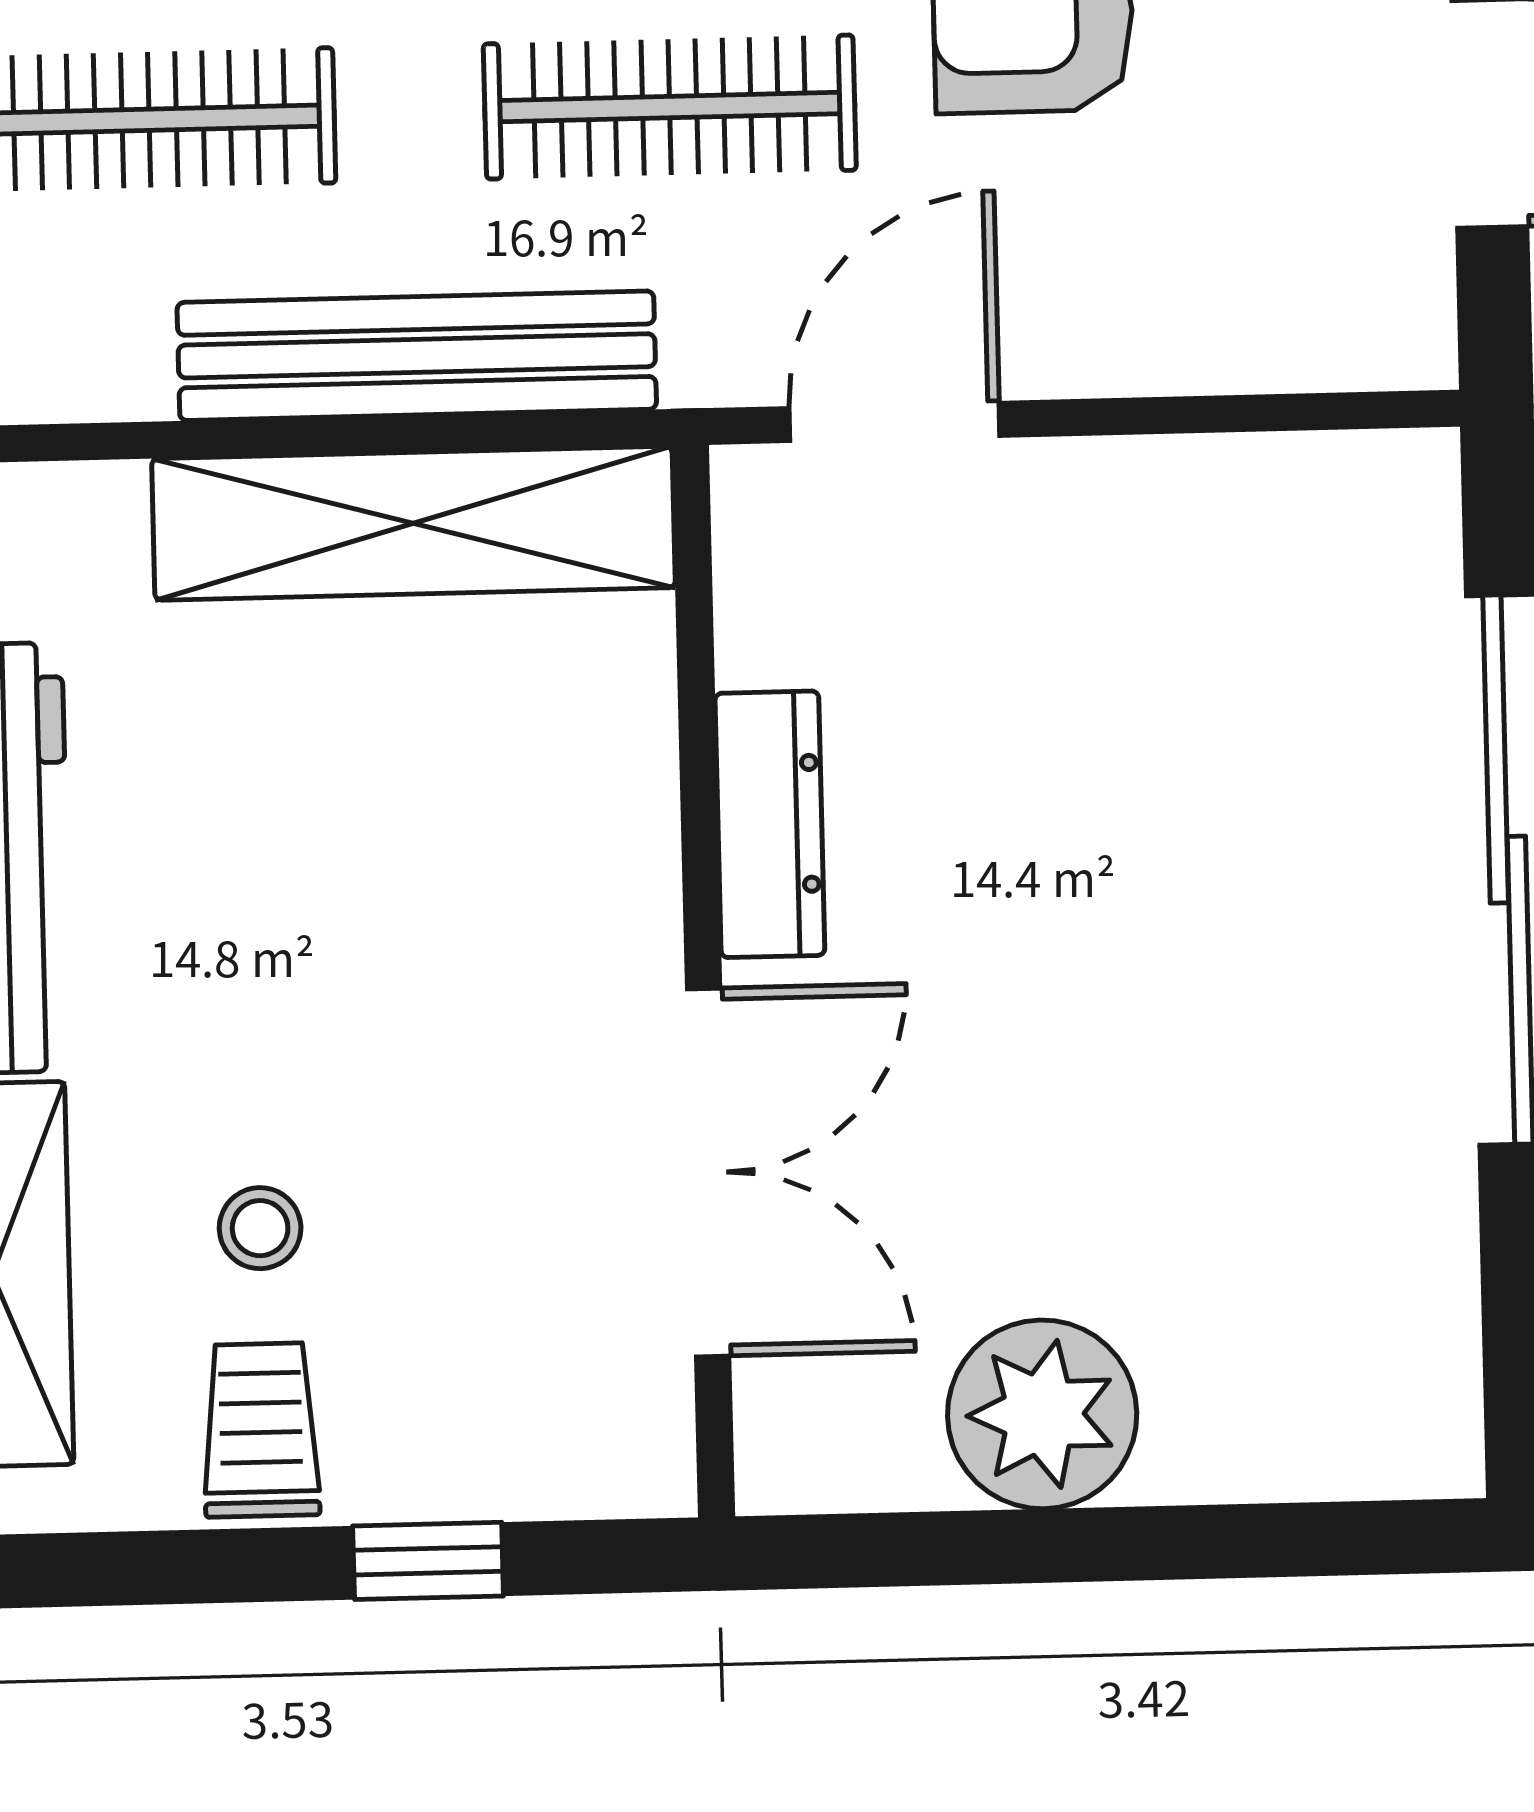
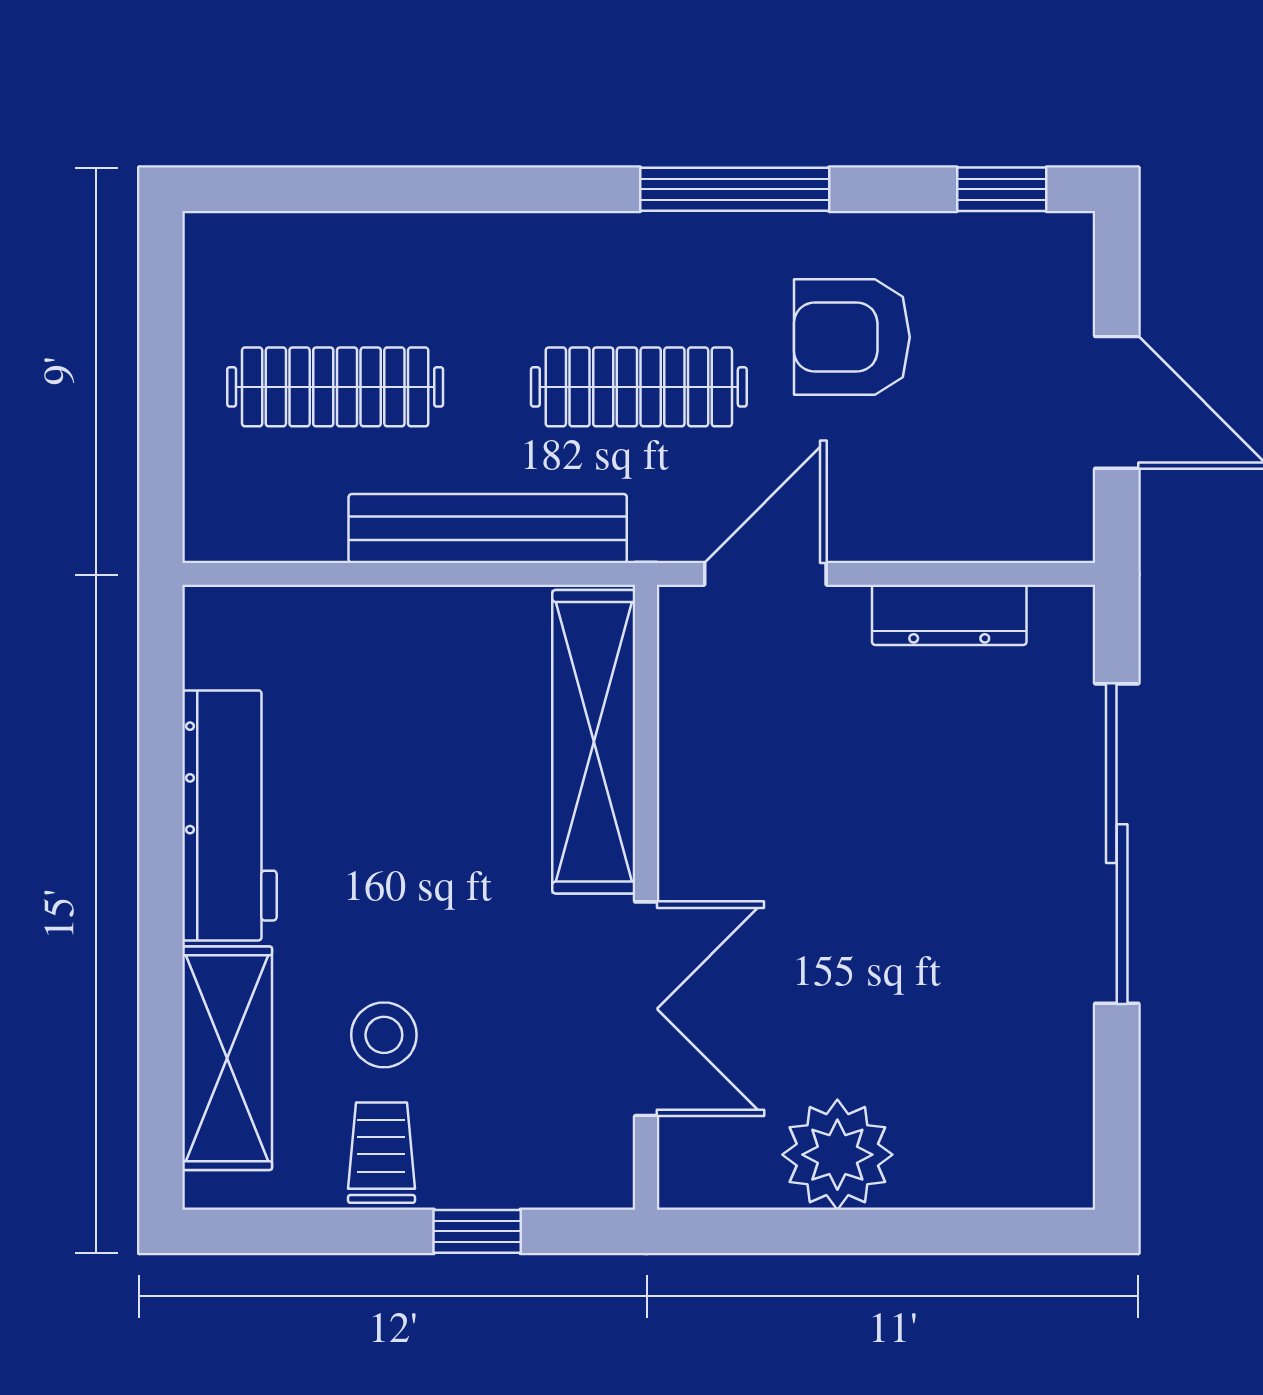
shelving: (413, 523) -> (594, 742), moved, turned 90
dresser: (770, 824) -> (949, 615), moved, turned 90
stool: (260, 1228) -> (384, 1035), width x1.37, depth x1.37

